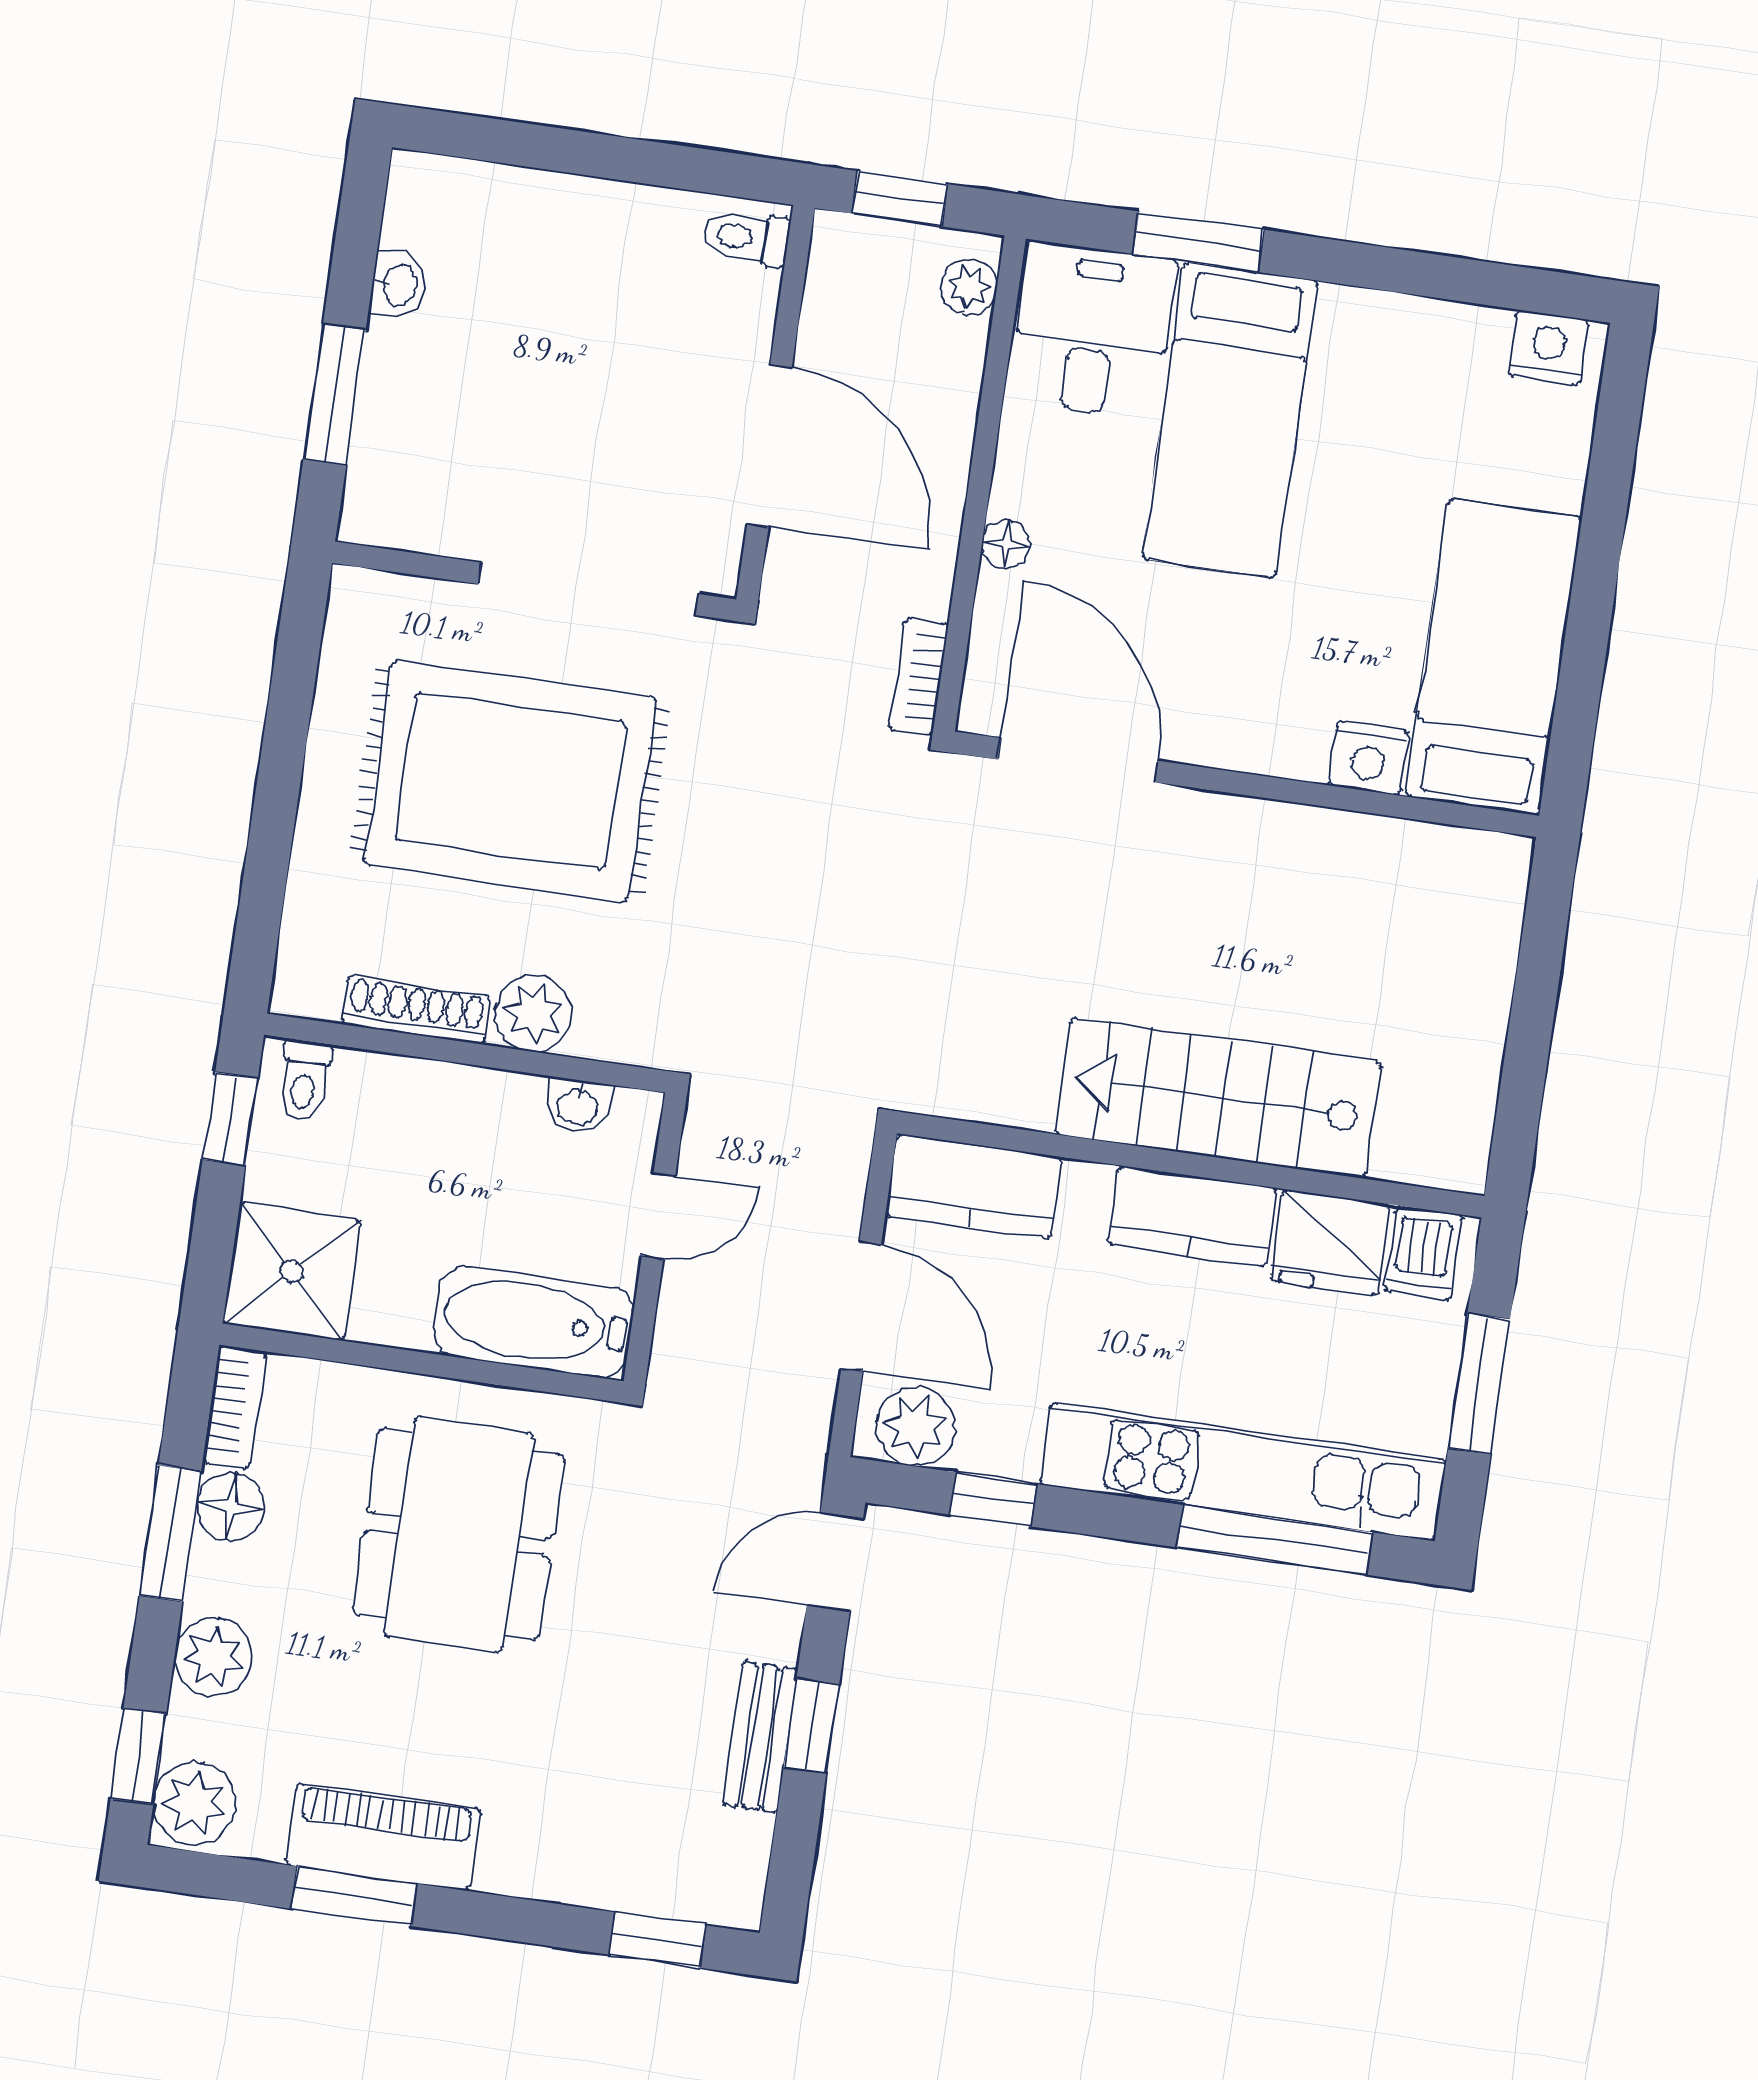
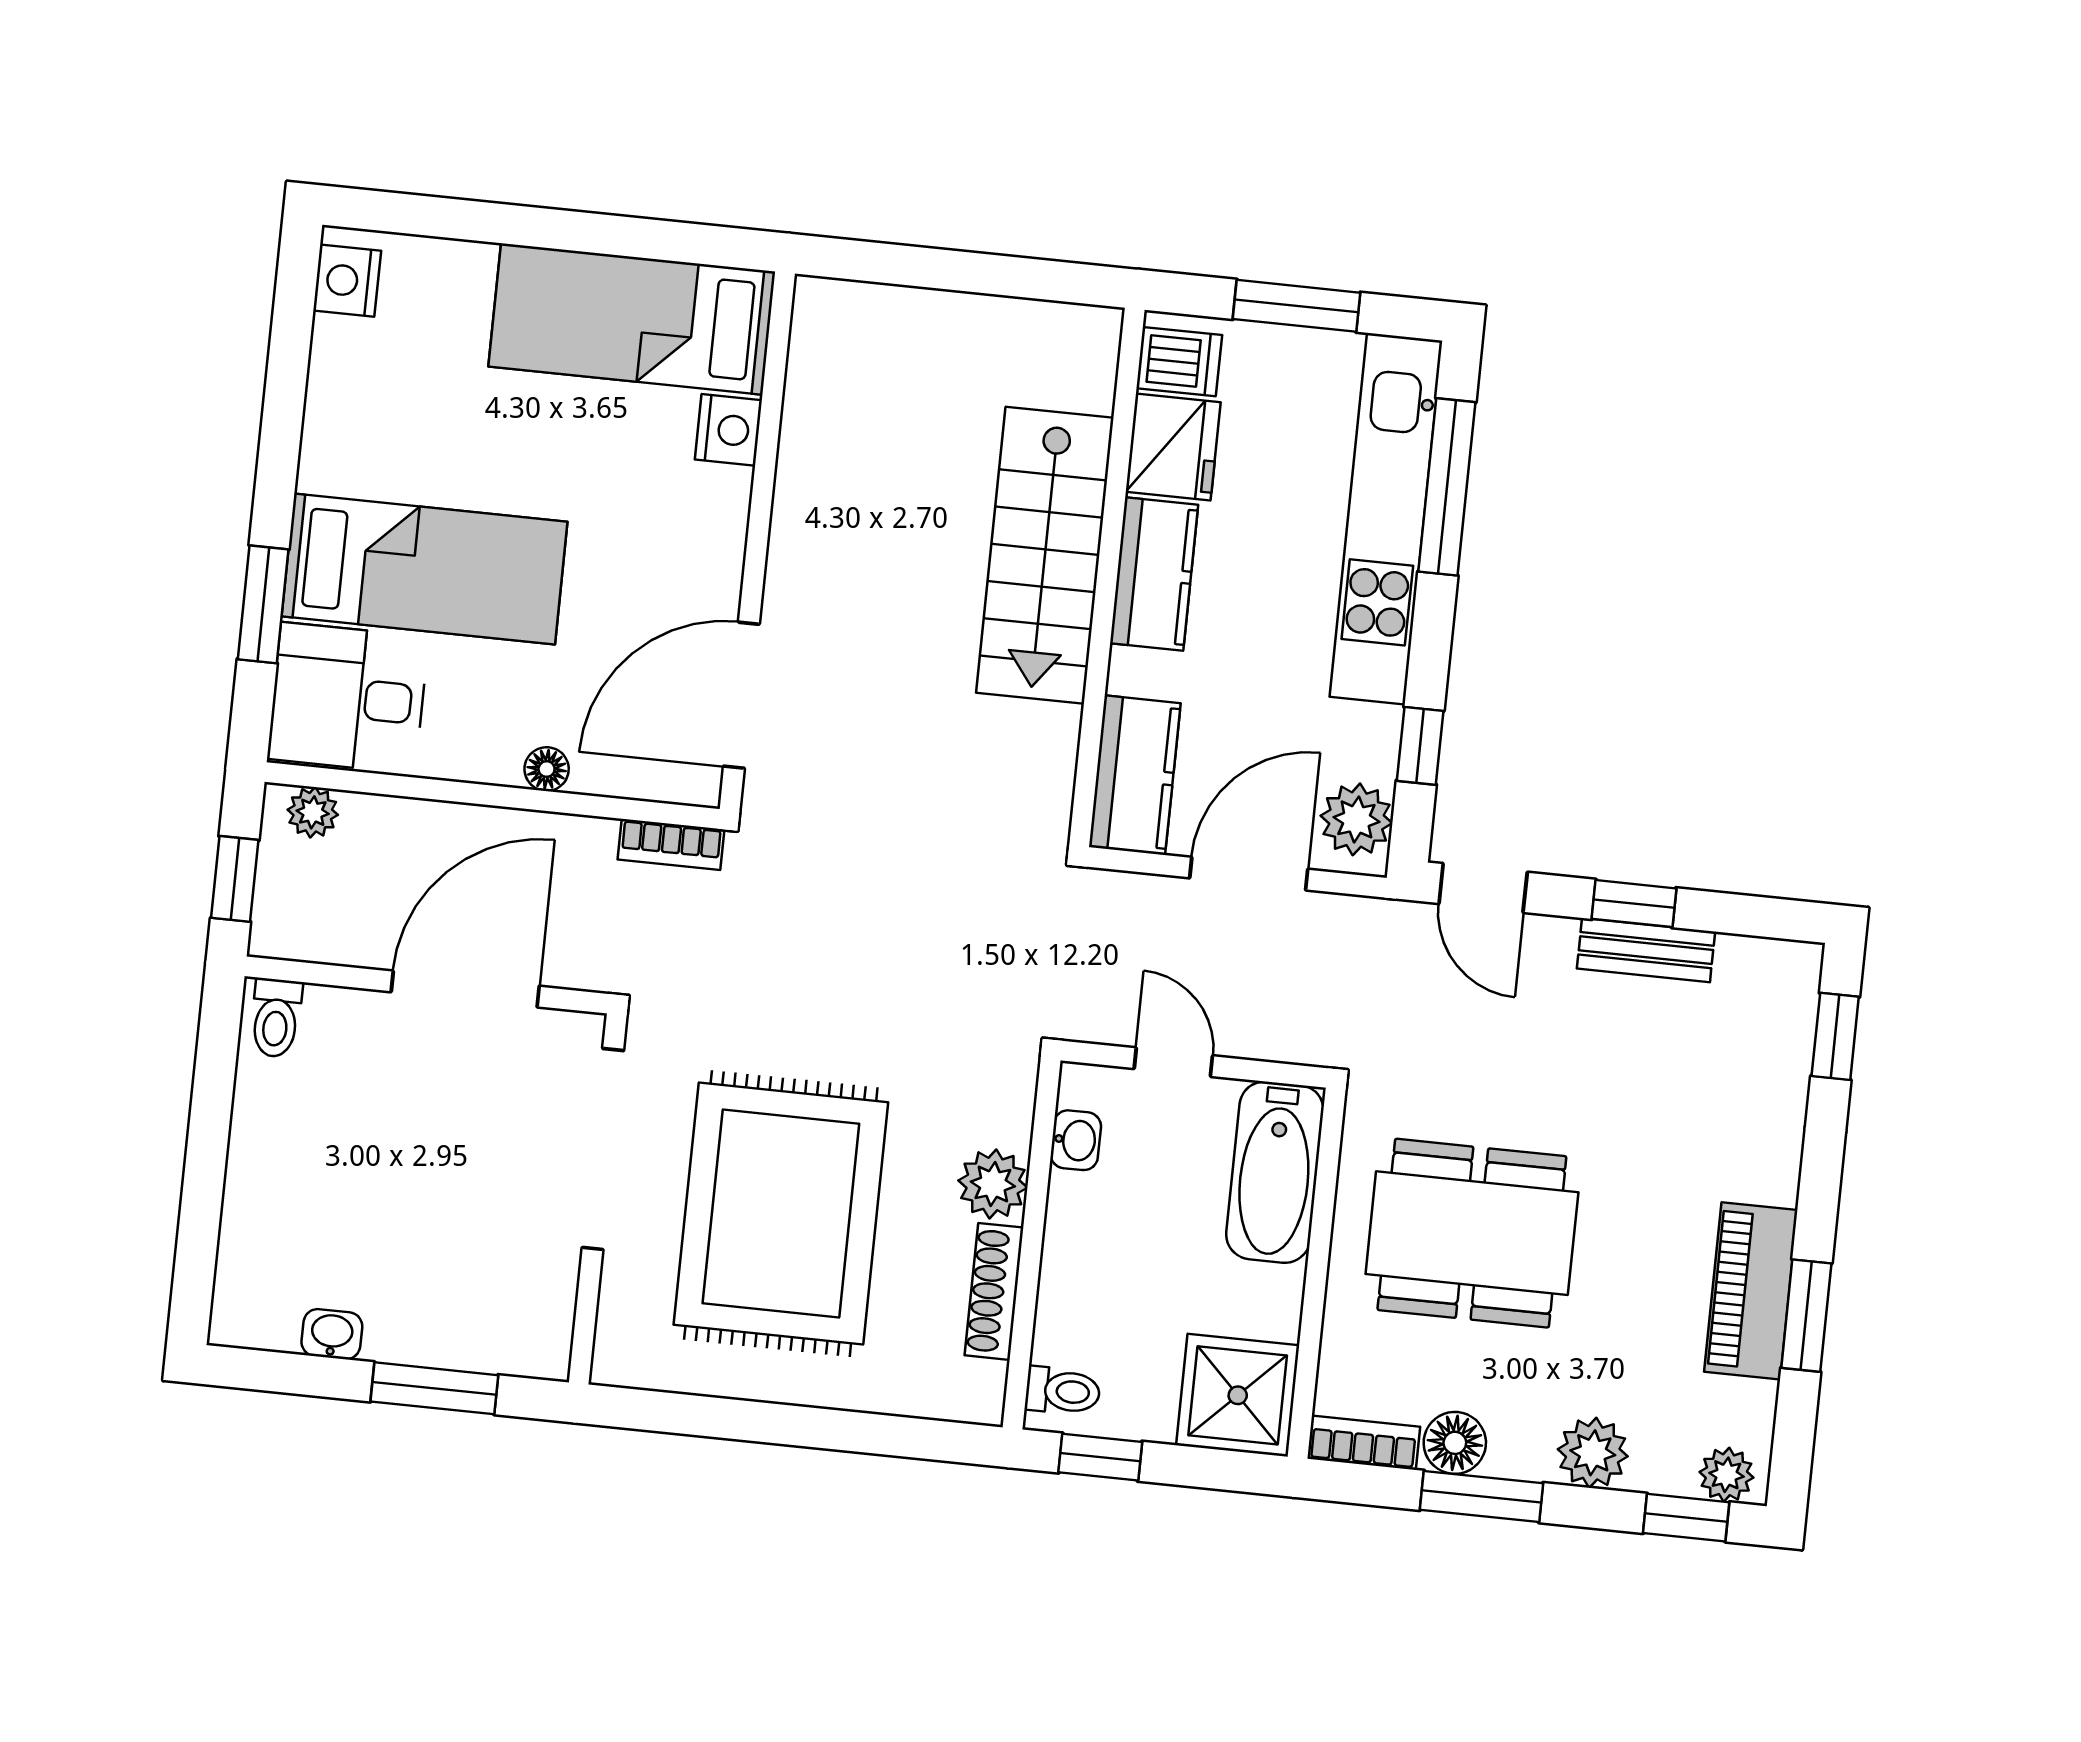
plant: (195, 1804) -> (1726, 1475), width x0.73, depth x0.73

